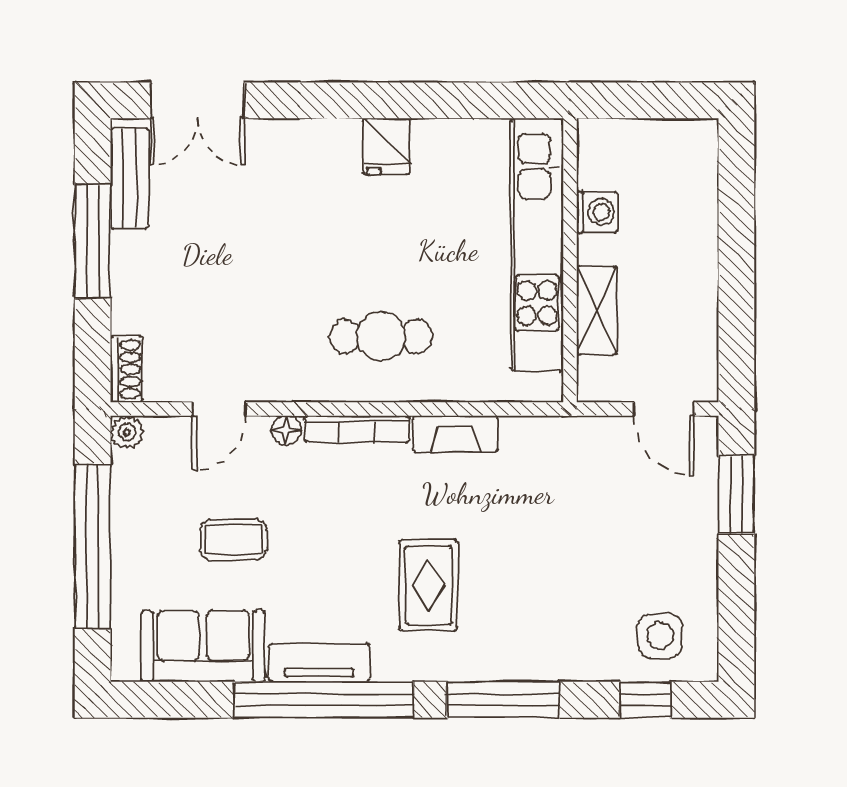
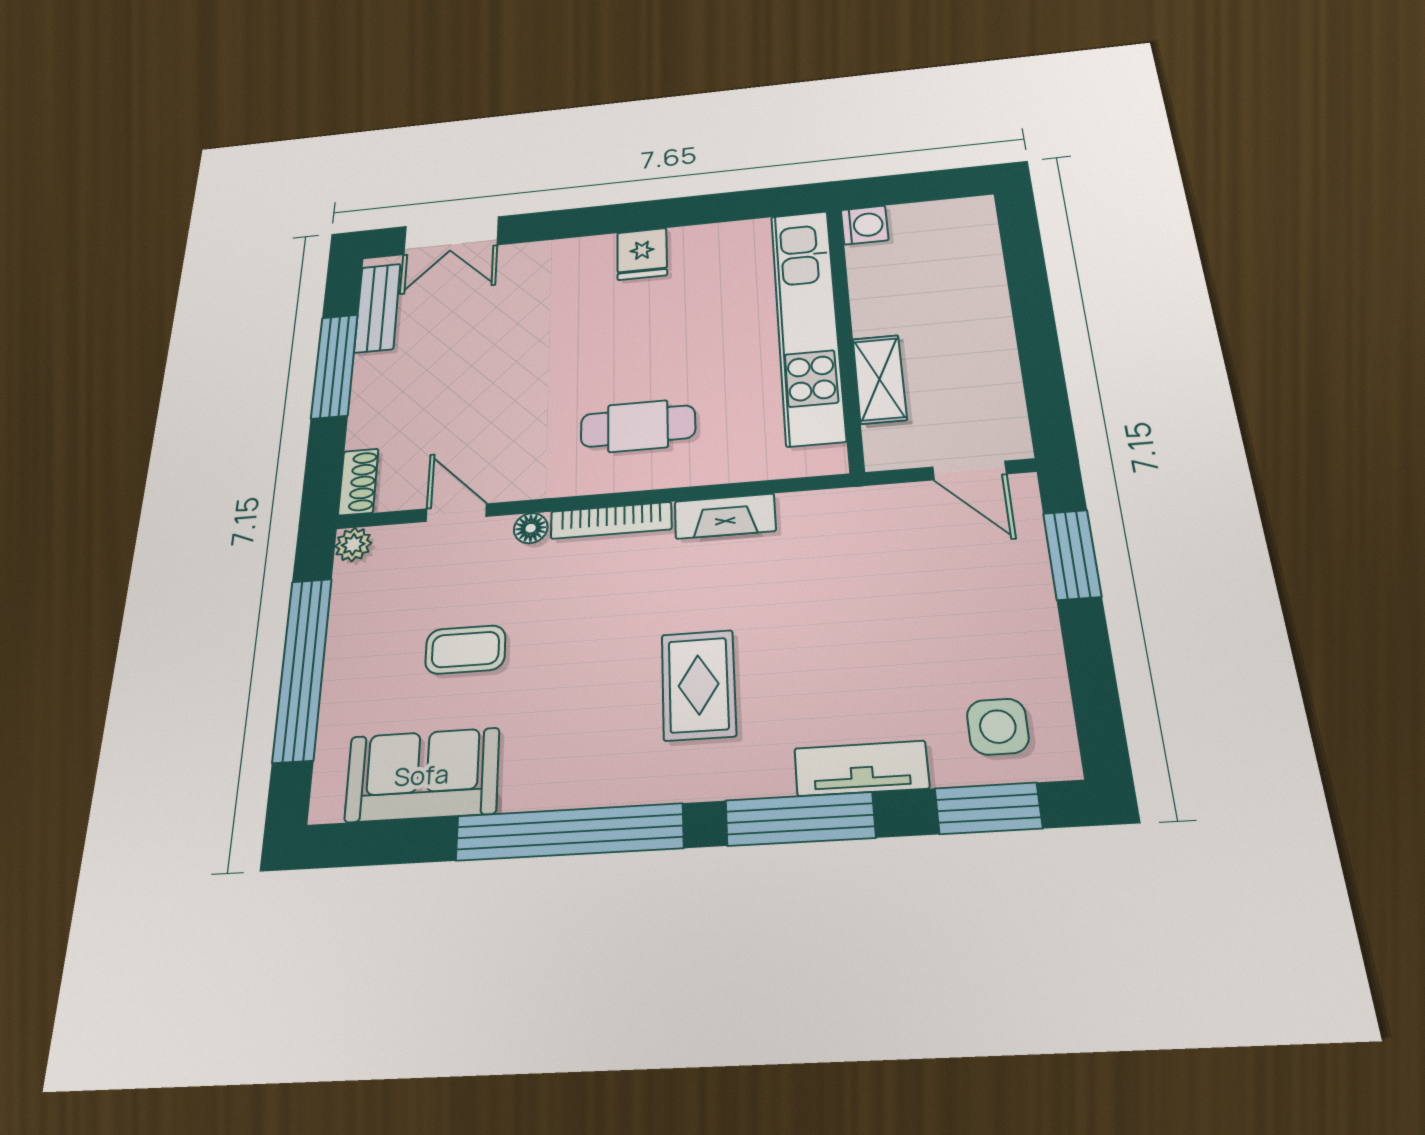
washing machine: (597, 212) -> (865, 225), moved
door: (219, 409) -> (456, 513), swing flipped
tv unit: (319, 663) -> (861, 768), moved
window: (645, 700) -> (988, 808), width x1.50

